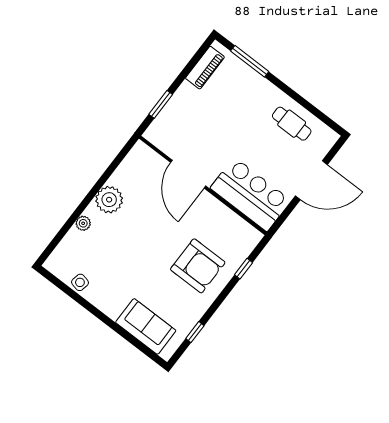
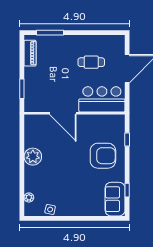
cafe table: (292, 124) -> (91, 62), moved
plant: (83, 223) -> (29, 197), moved
sofa: (146, 326) -> (115, 199), moved, turned -90

